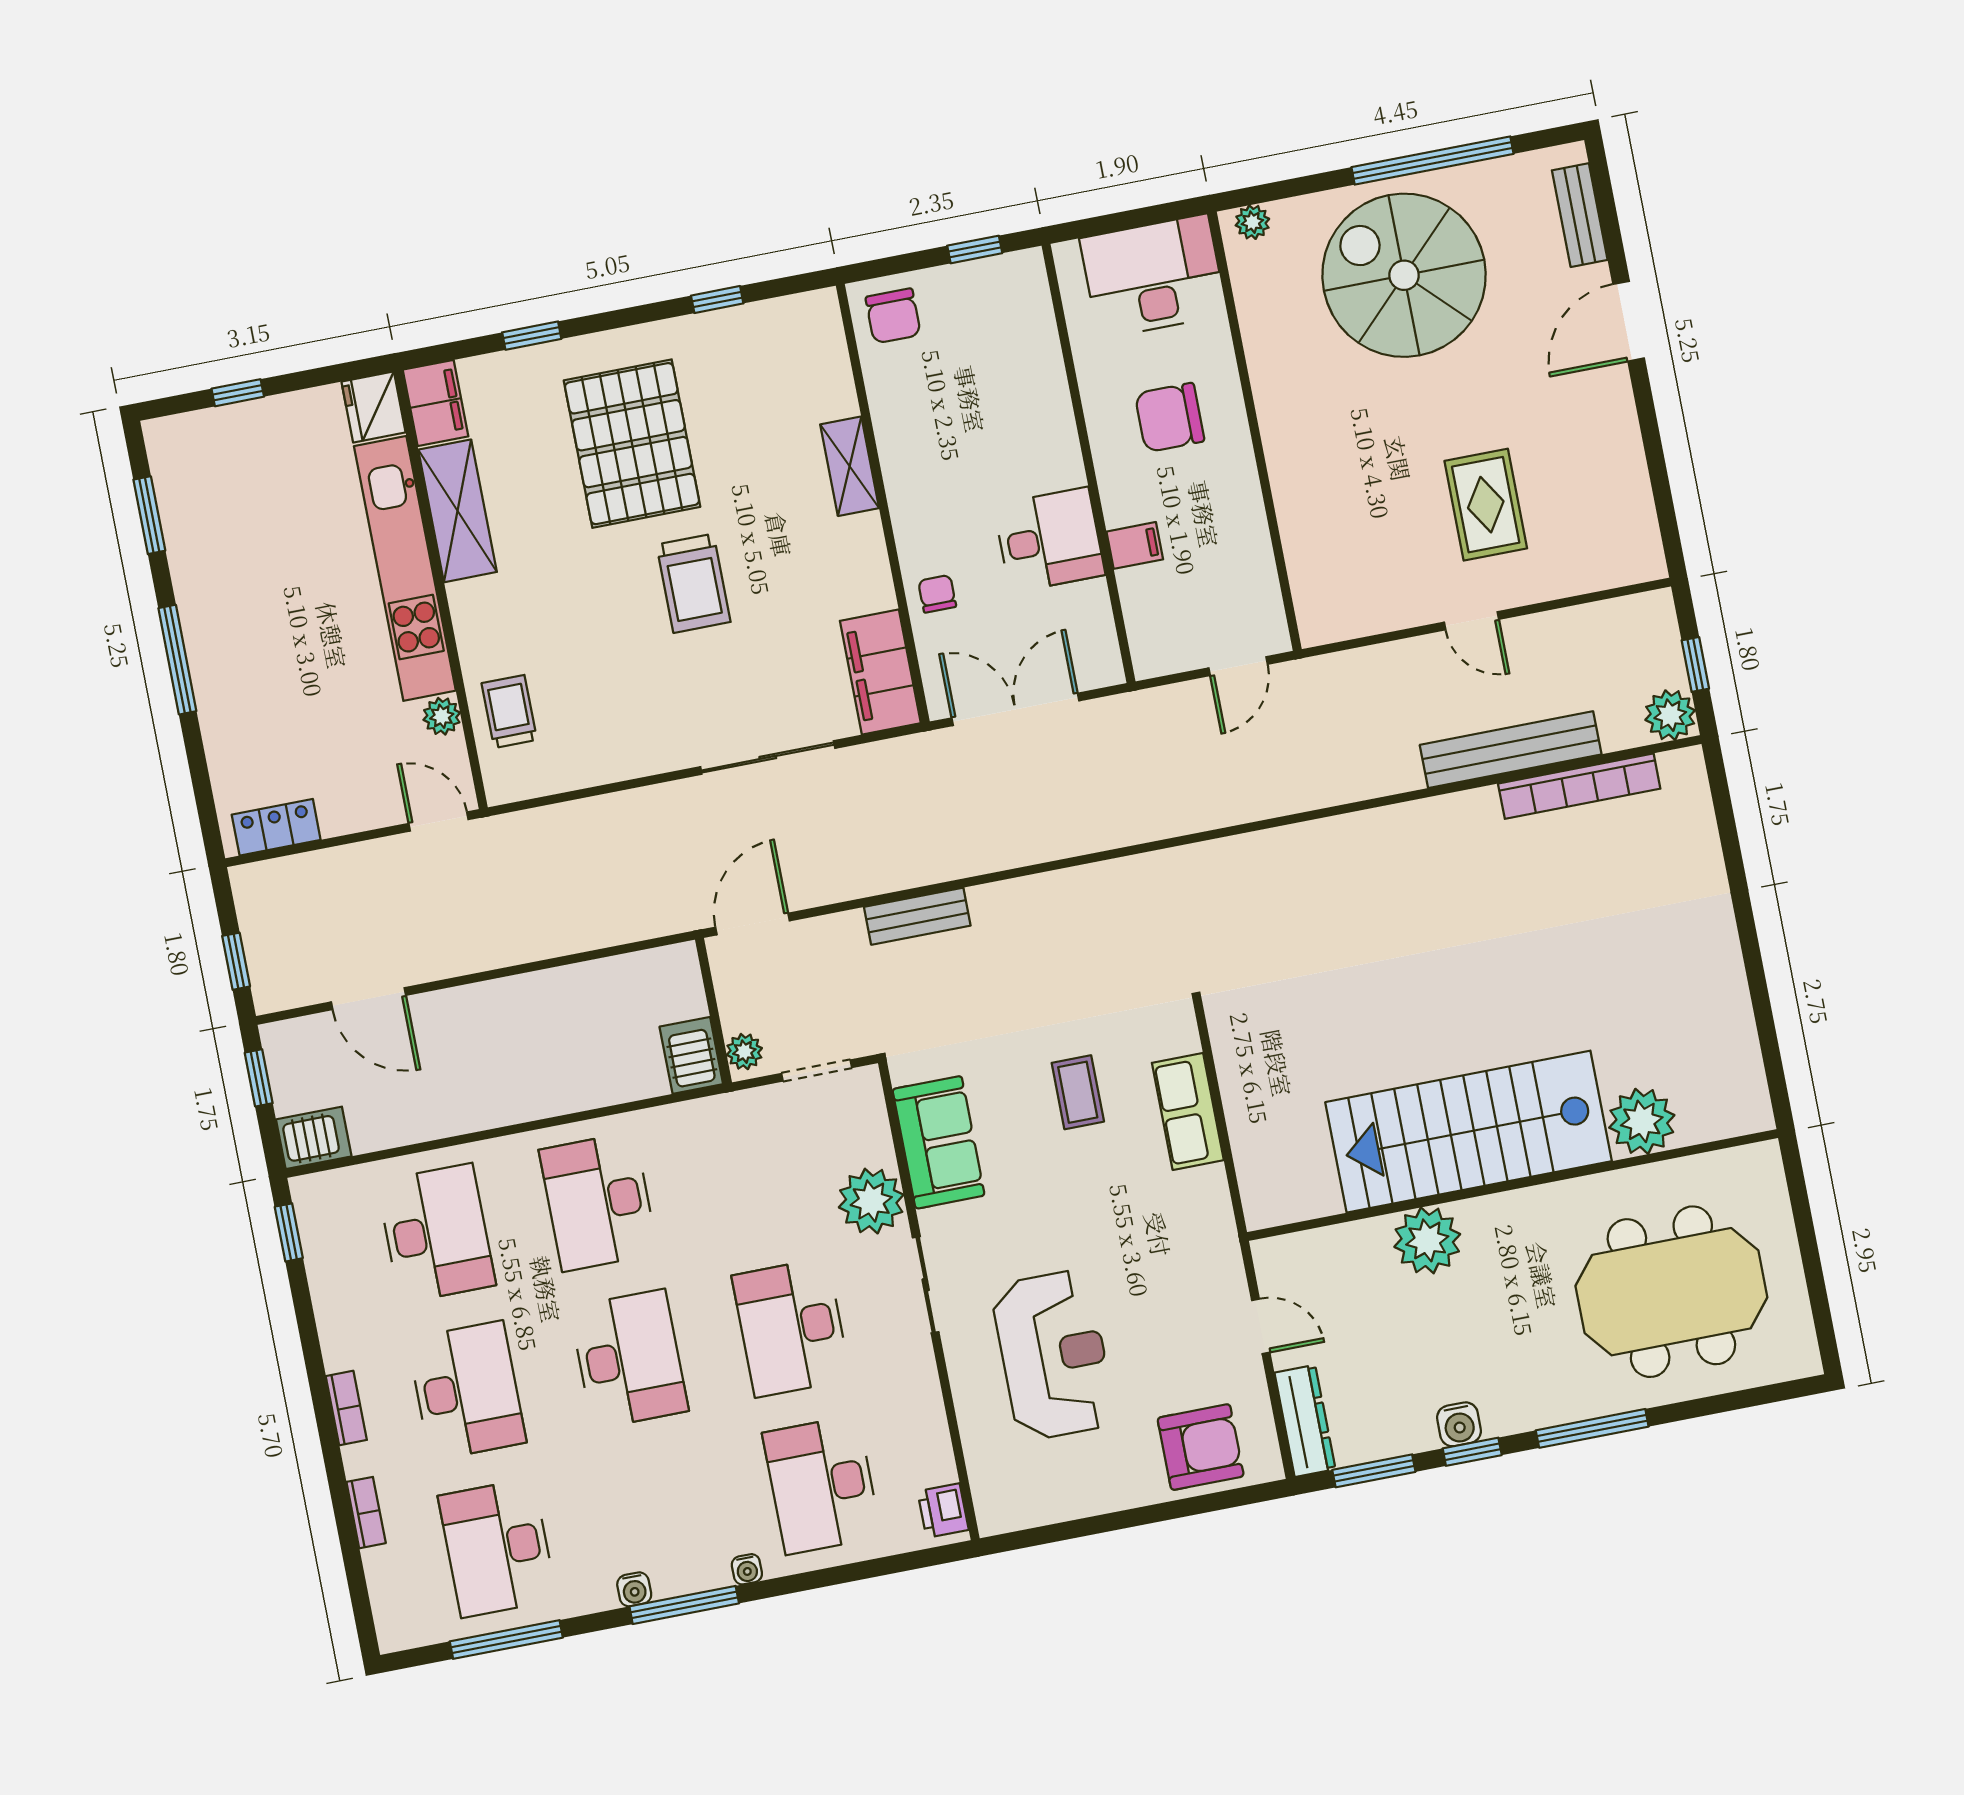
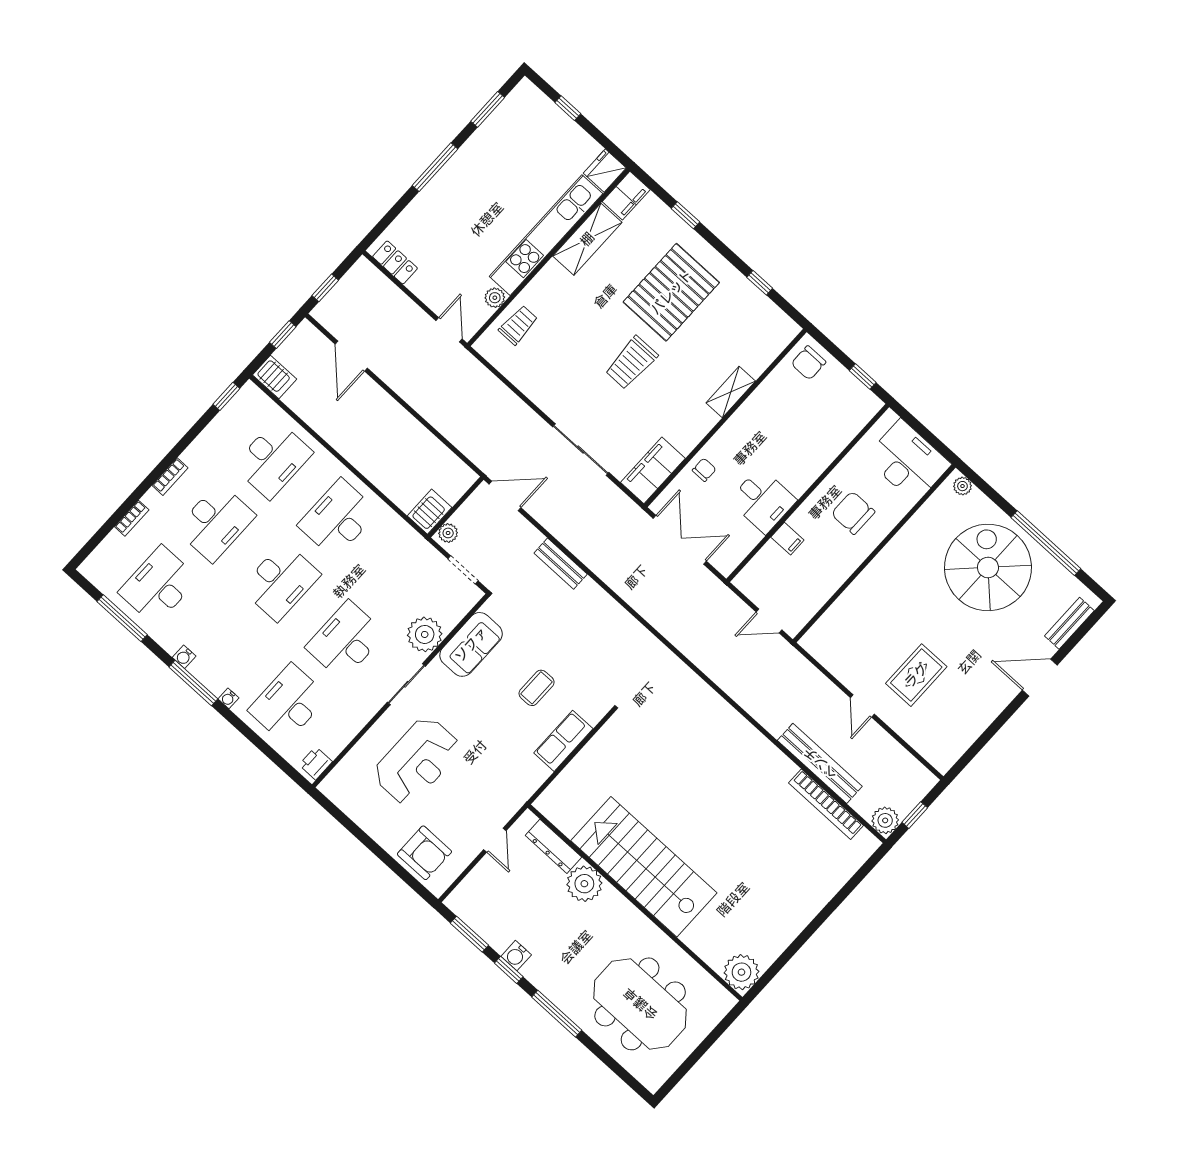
plant: (1642, 1121) -> (741, 972), moved
dresser: (1305, 1421) -> (553, 846), moved, turned 90

